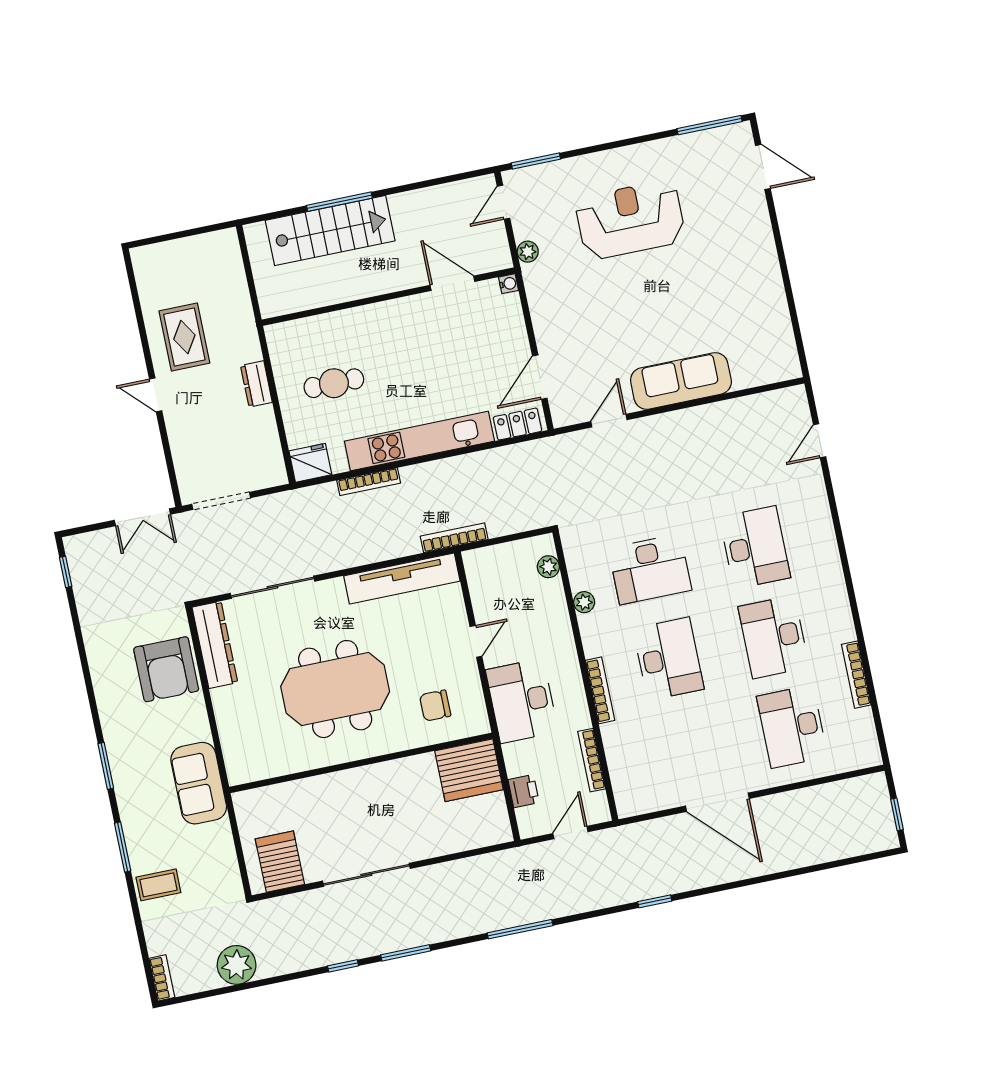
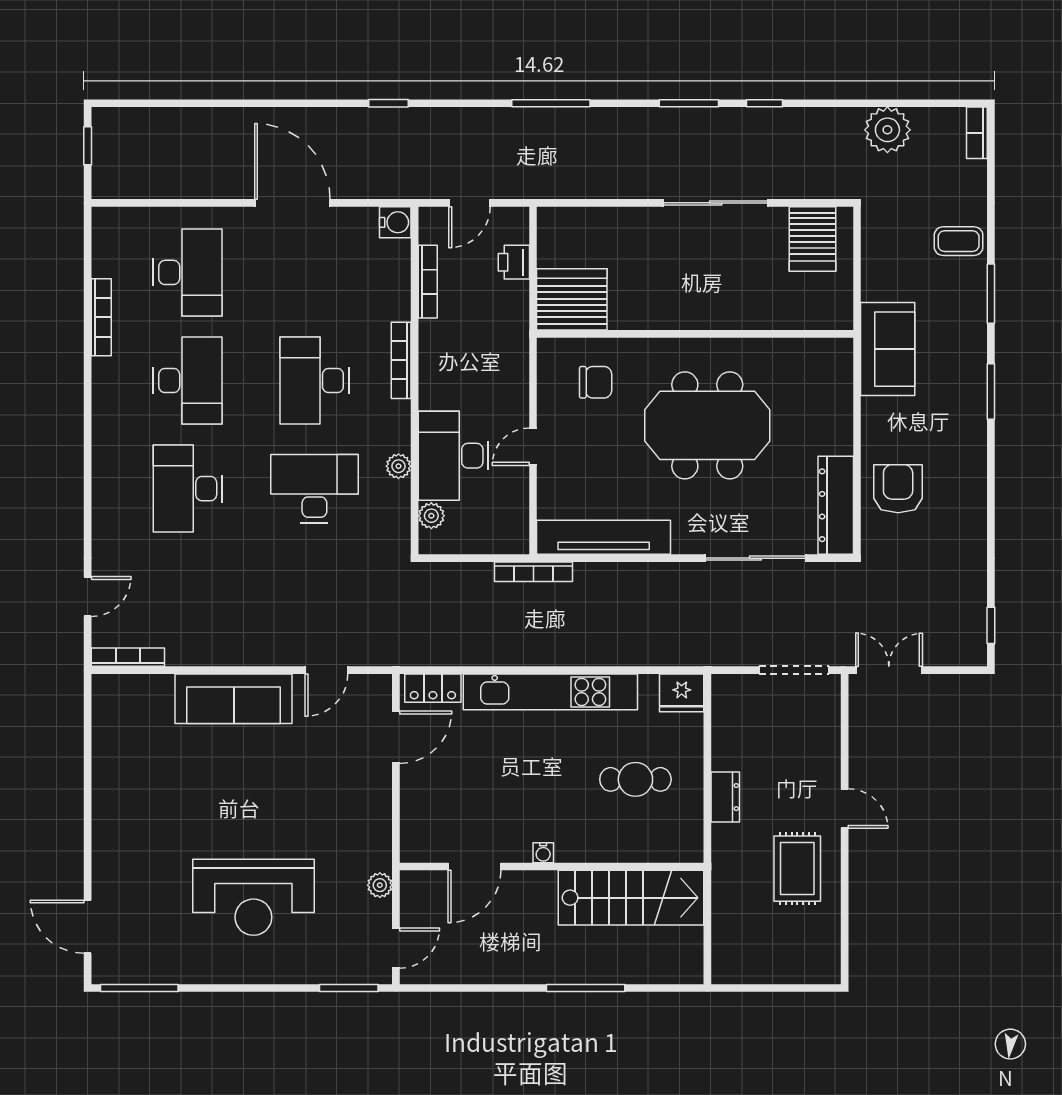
stairs: (330, 231) -> (631, 898), moved, turned 180
door: (452, 283) -> (474, 866), hinge flipped
water cooler: (508, 284) -> (543, 853), moved, turned -90
bookcase: (369, 482) -> (128, 657), moved
armchair: (166, 669) -> (898, 489), width x0.73, depth x0.73
desk: (522, 701) -> (453, 456), moved, turned 180
water cooler: (629, 804) -> (395, 222), added

